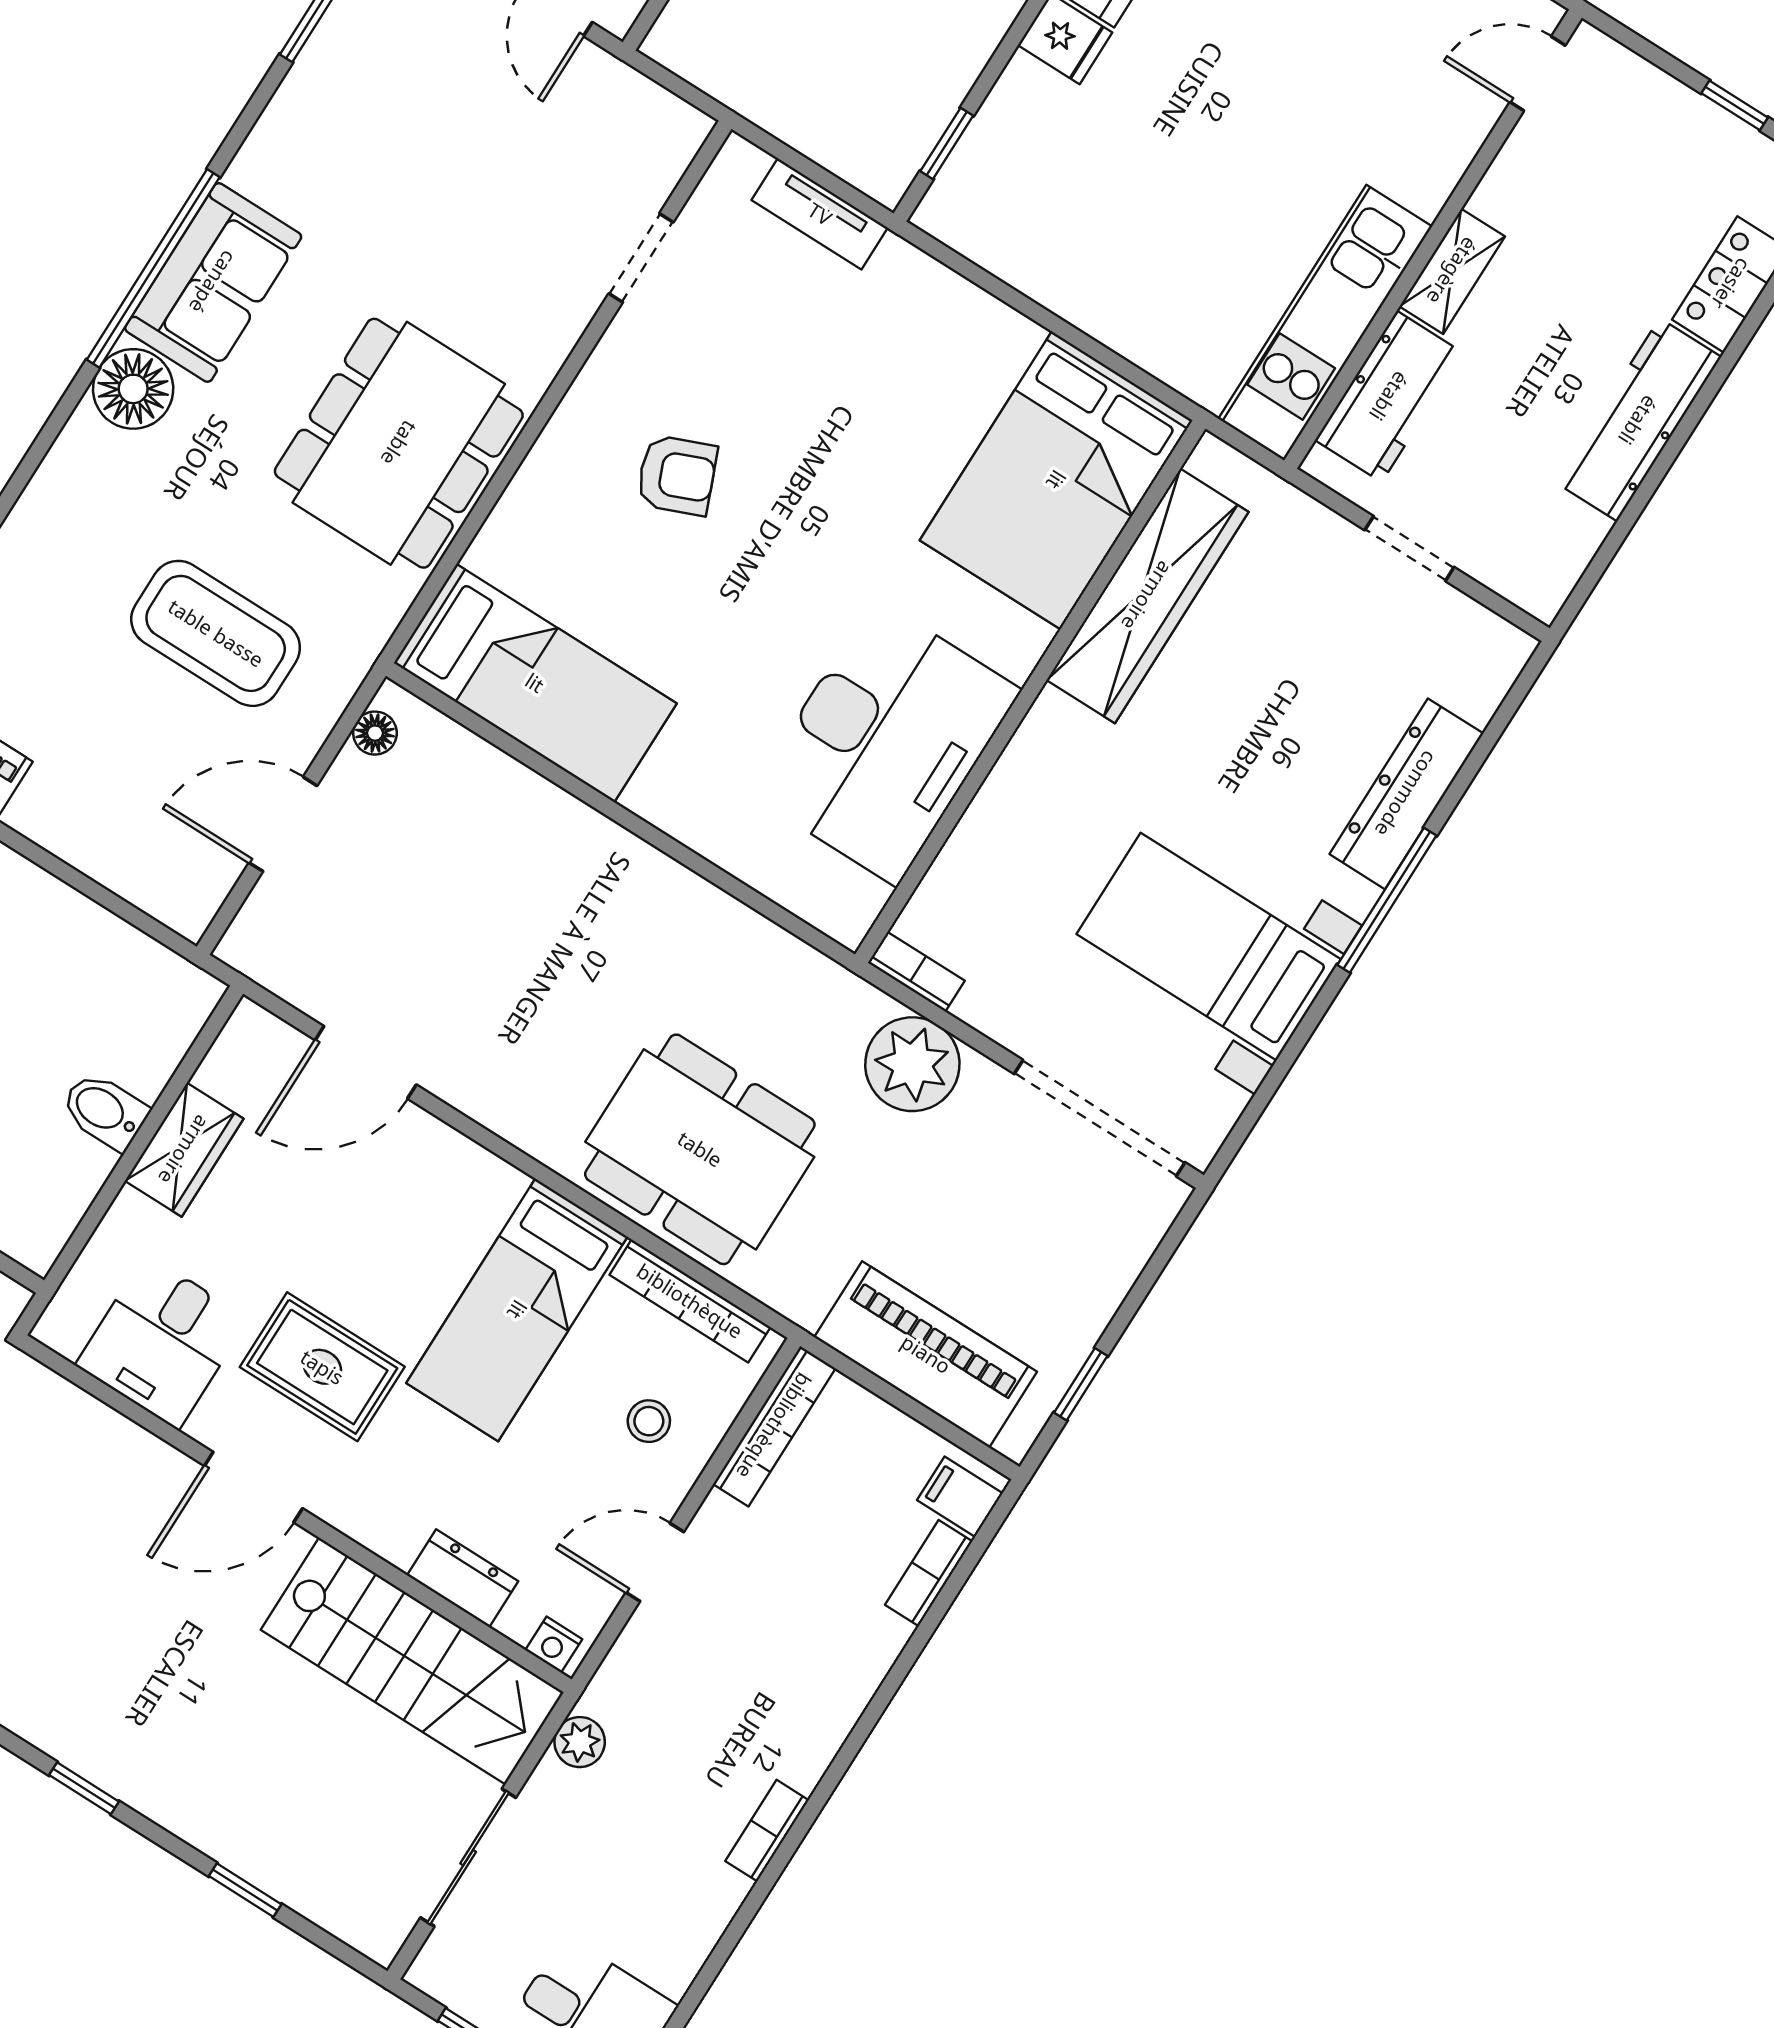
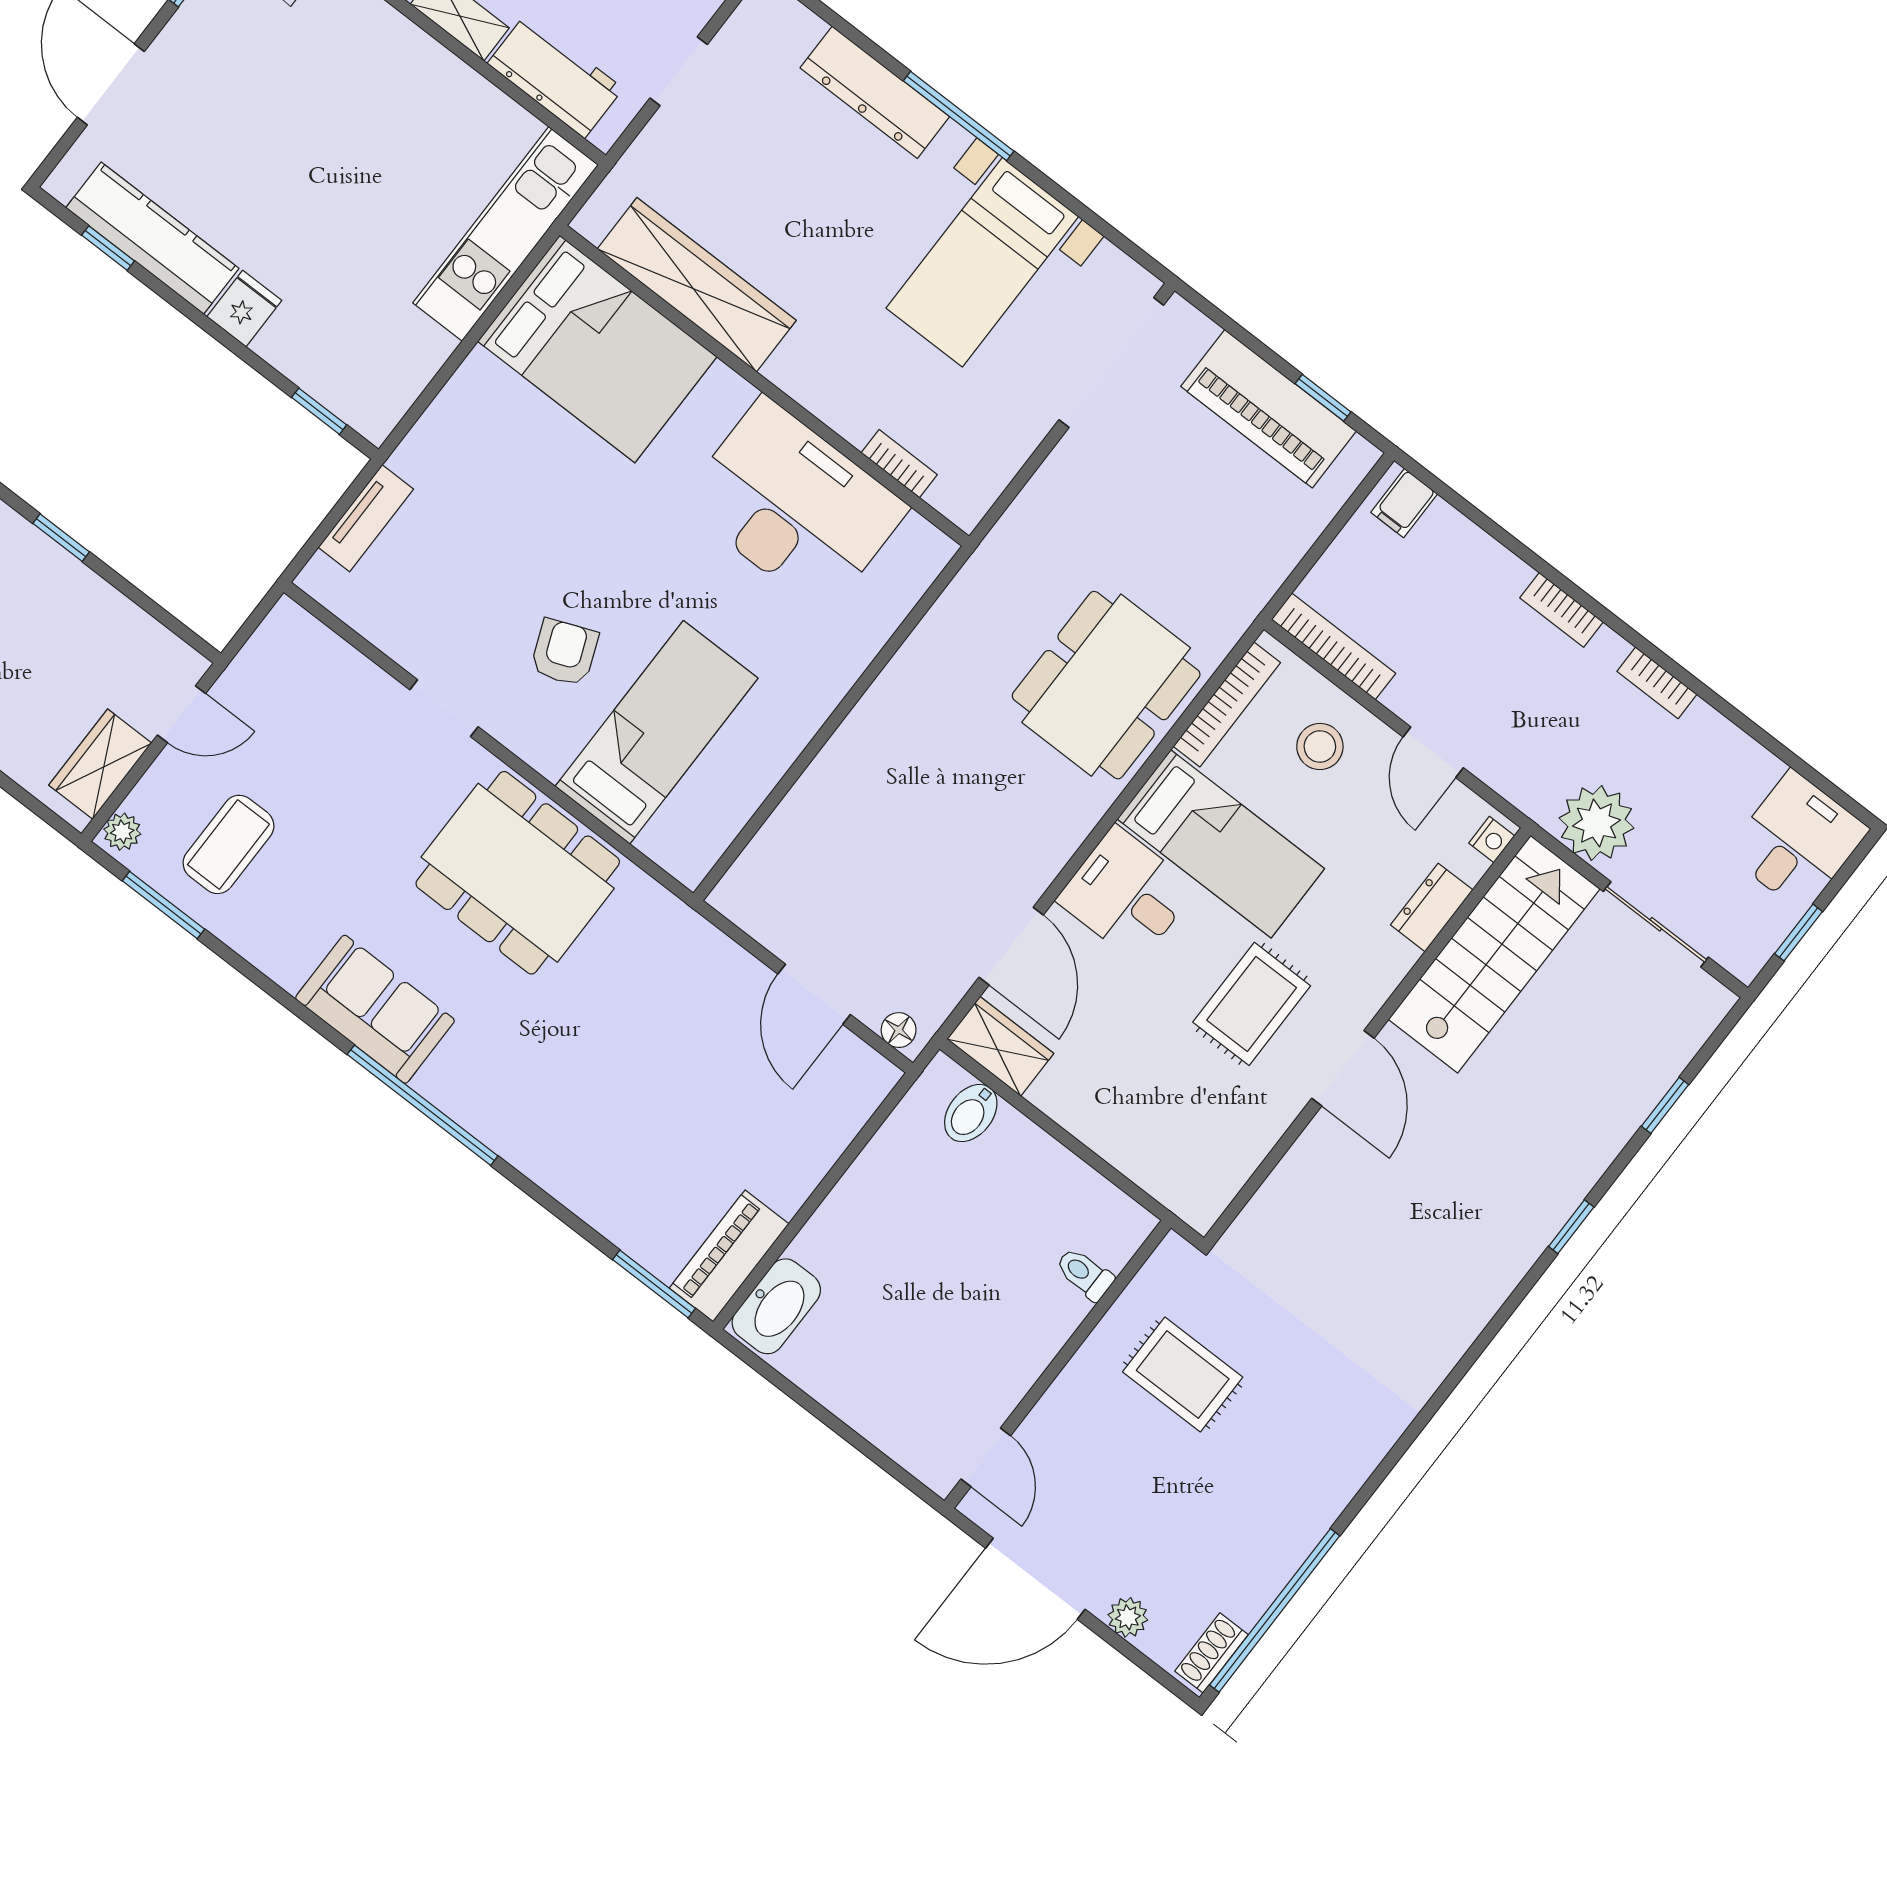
doorway: (641, 258) -> (444, 708), moved
window: (153, 268) -> (423, 1105), moved
kitchen unit: (1325, 323) -> (506, 234), moved, turned 90
floor lamp: (133, 389) -> (454, 1081), removed
coffee table: (216, 633) -> (228, 844), moved, width x0.73, depth x0.76
bed: (535, 683) -> (656, 732), moved
floor lamp: (375, 733) -> (899, 1030), moved
bookcase: (916, 972) -> (899, 464), moved, turned 90
plant: (912, 1064) -> (1054, 508), removed
bidet: (105, 1111) -> (971, 1113), moved
wardrobe: (184, 1150) -> (1000, 1046), moved
desk: (162, 1342) -> (1127, 894), moved, turned 180
piano: (926, 1354) -> (1269, 409), moved, turned -90
stool: (649, 1421) -> (1320, 746), width x1.37, depth x1.37
bookcase: (929, 1573) -> (1561, 610), moved
plant: (580, 1742) -> (1596, 823), width x1.88, depth x1.88

